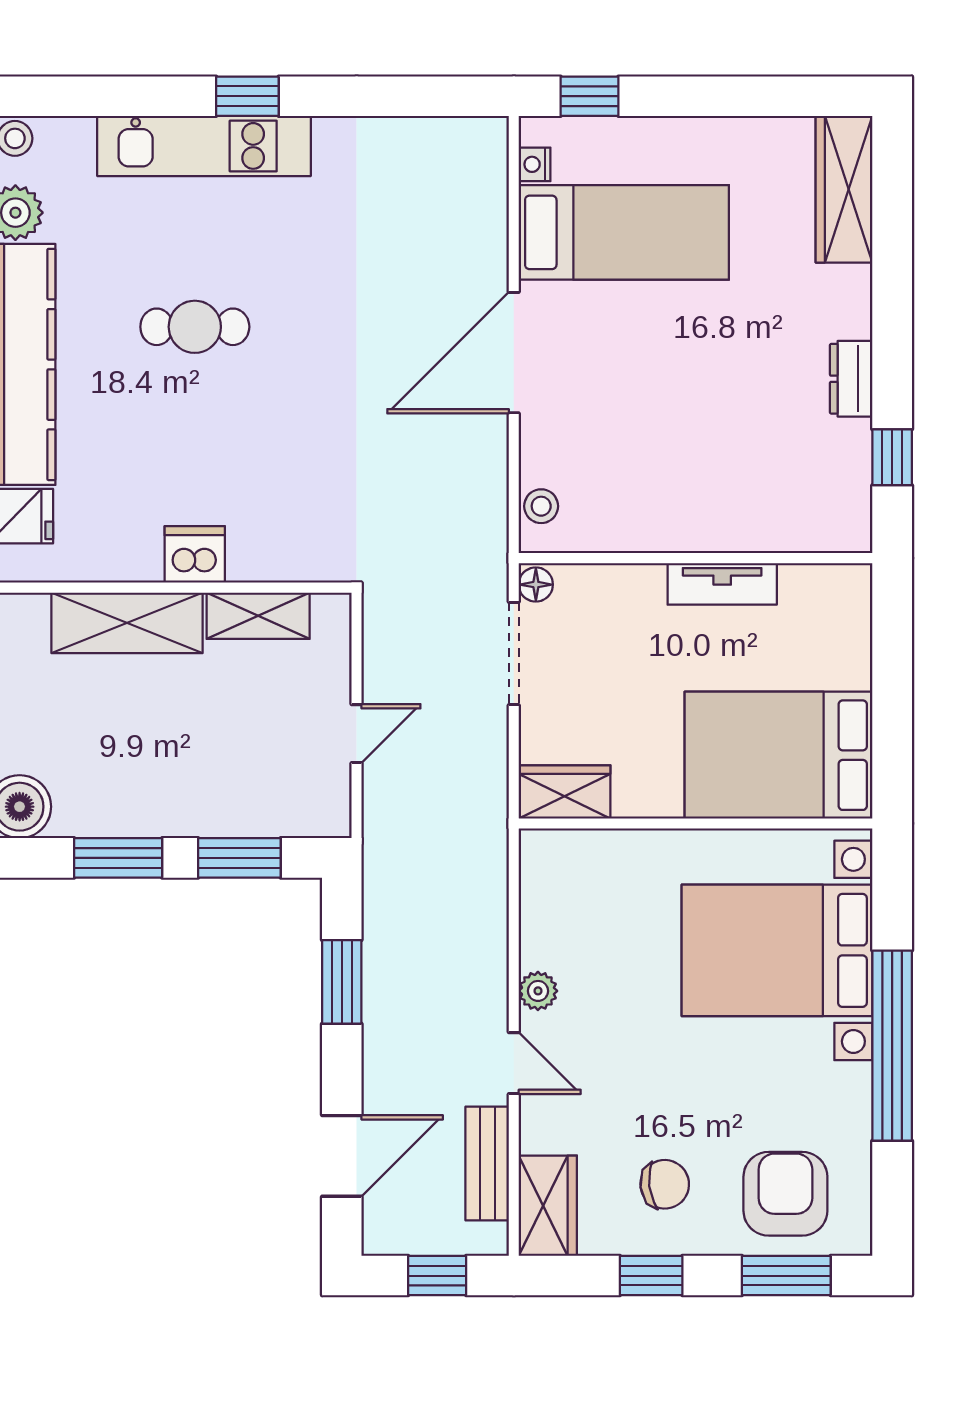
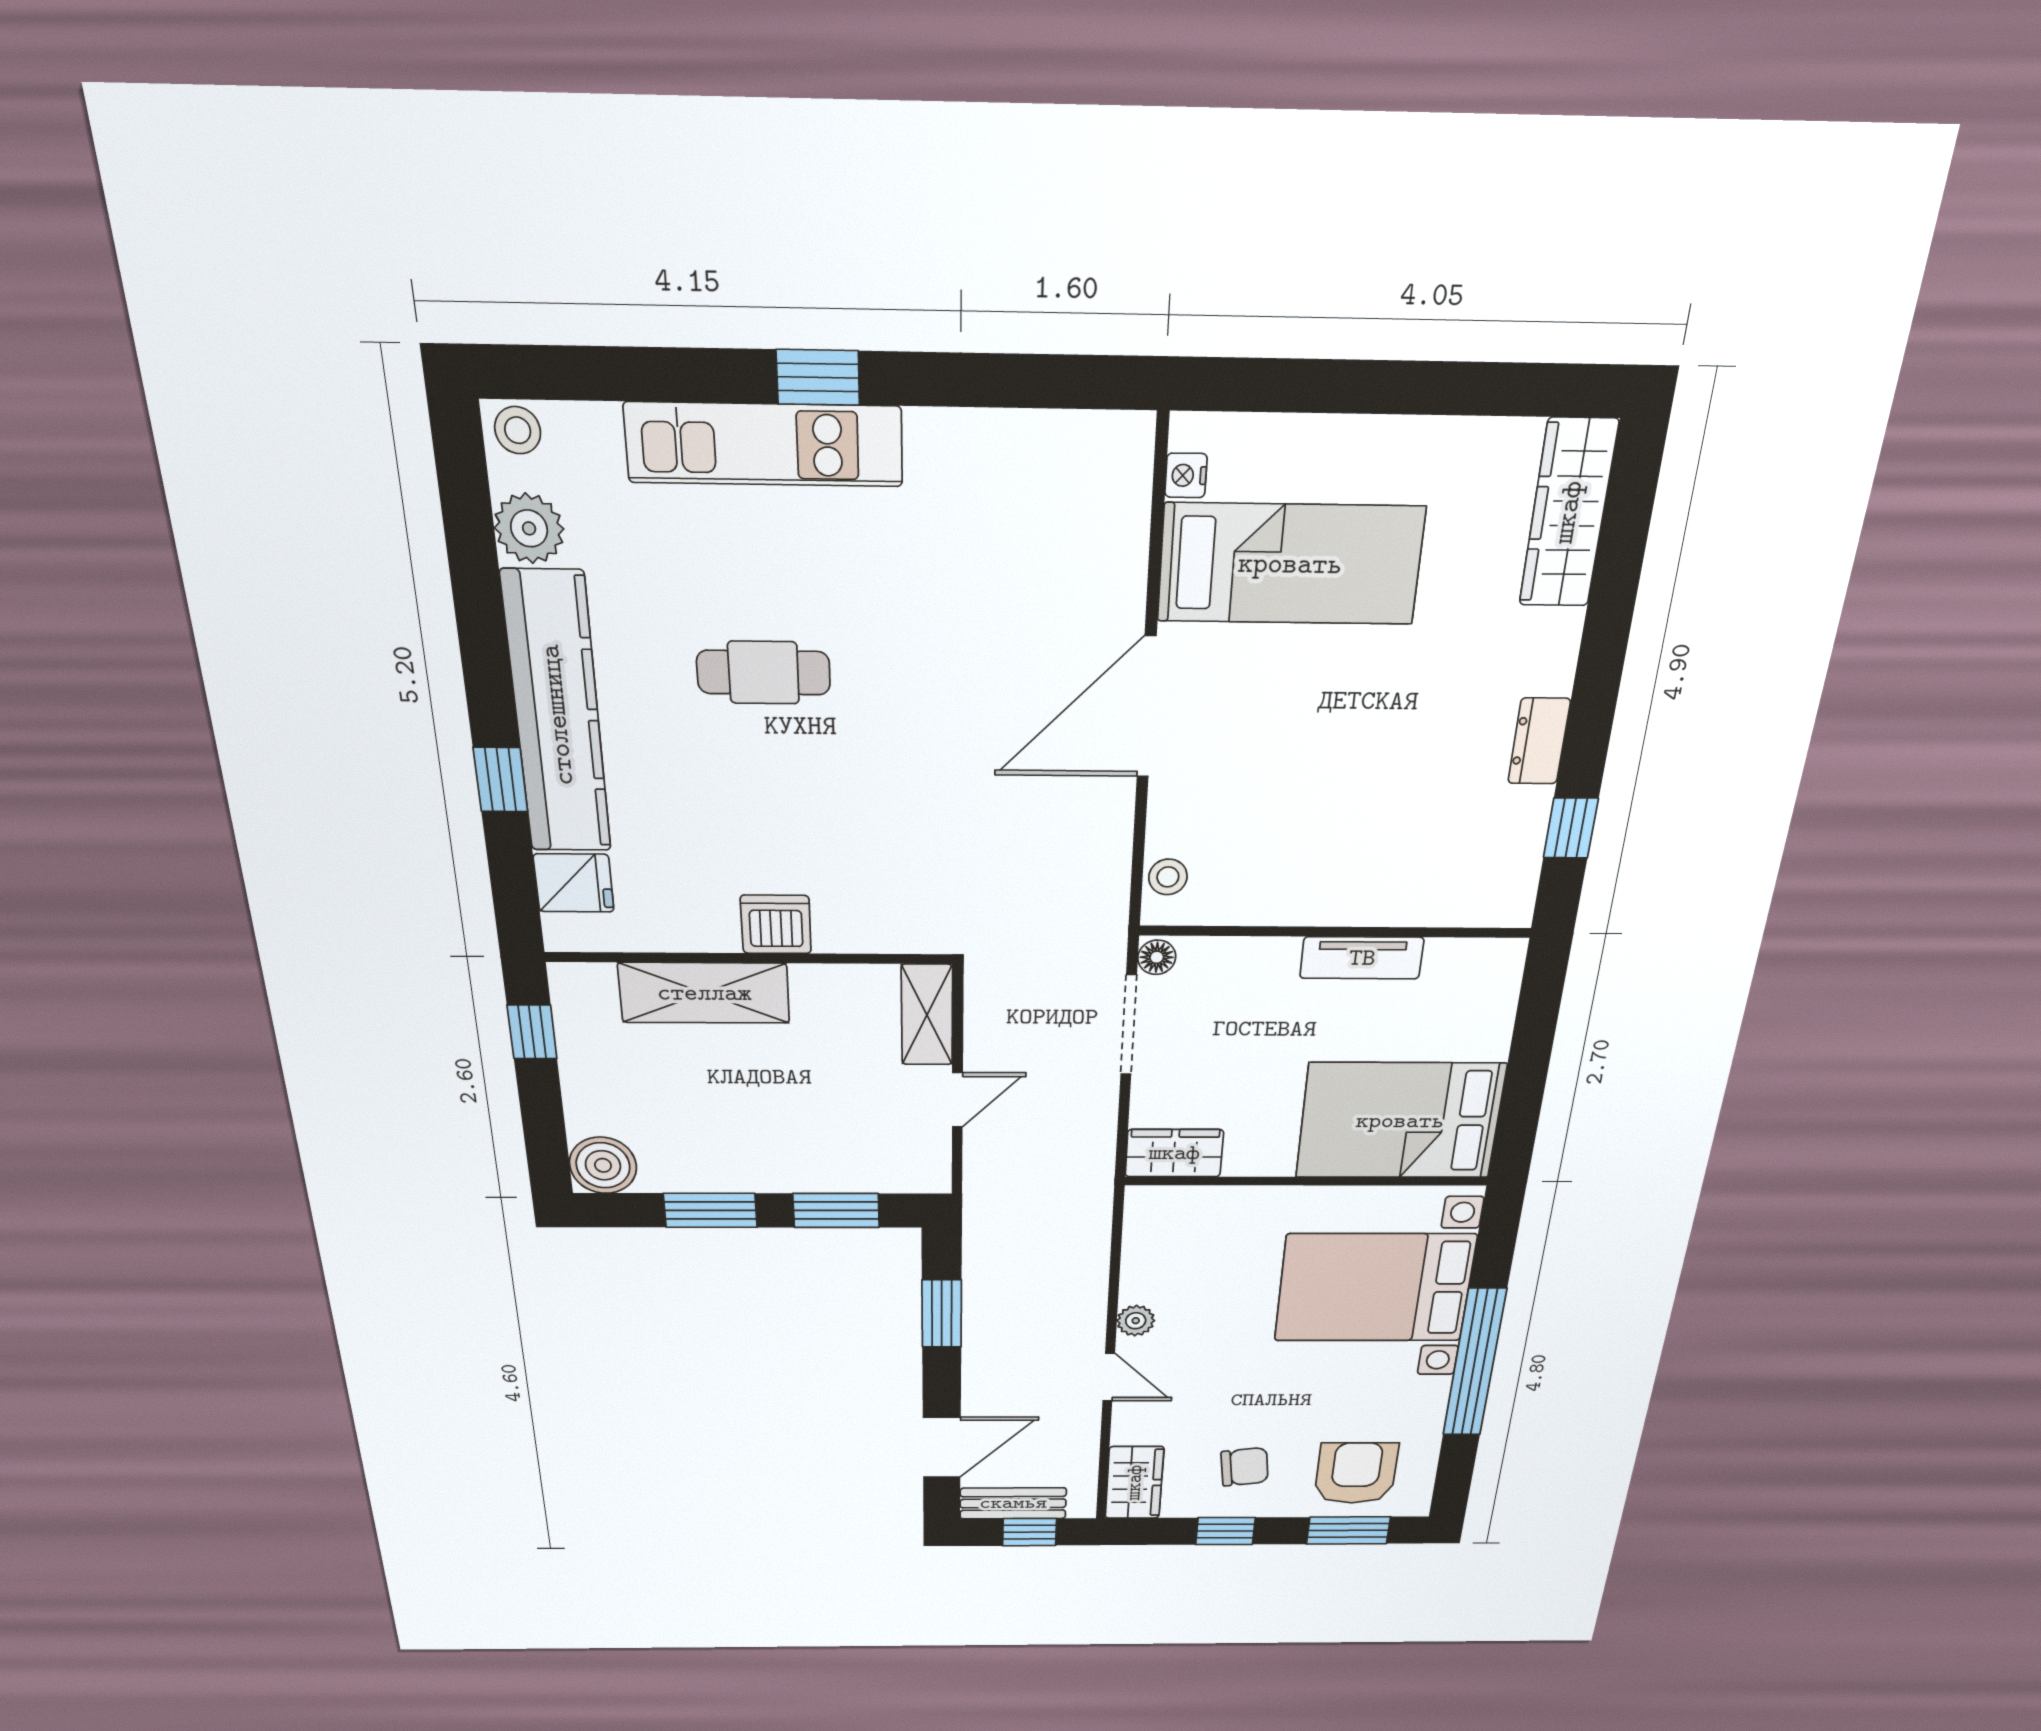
window: (590, 96) -> (1263, 385), removed
shelving: (258, 616) -> (927, 1015), moved, turned 90
bench: (487, 1164) -> (1013, 1503), moved, turned 90

